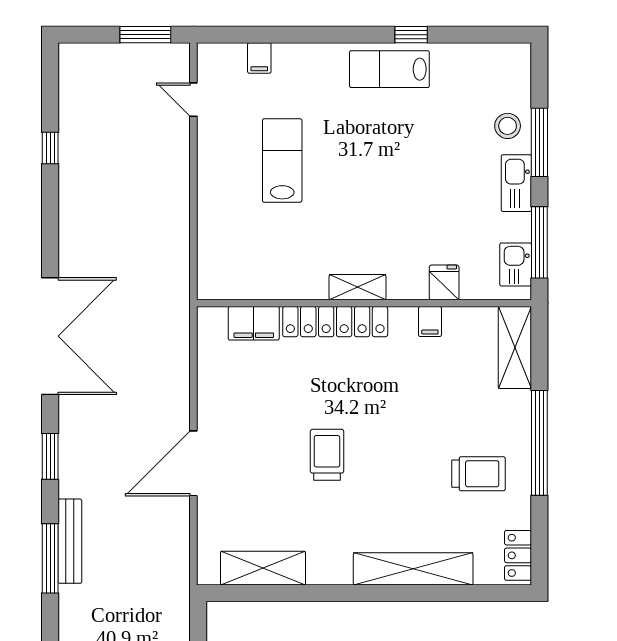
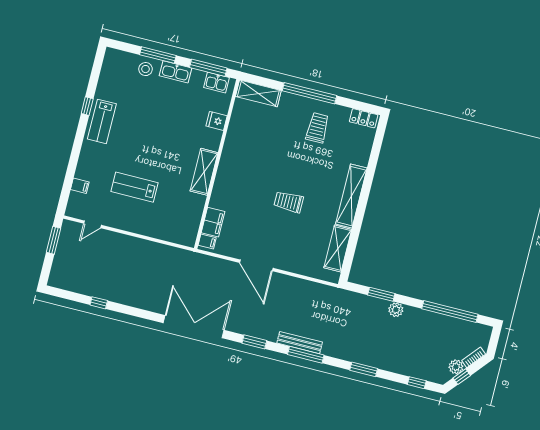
shelving: (358, 287) -> (204, 172), width x1.50, depth x1.33
locker: (335, 322) -> (222, 181), removed
filing cabinet: (430, 322) -> (207, 242), moved
door: (193, 463) -> (256, 265), moved
shelving: (413, 569) -> (351, 196), moved

